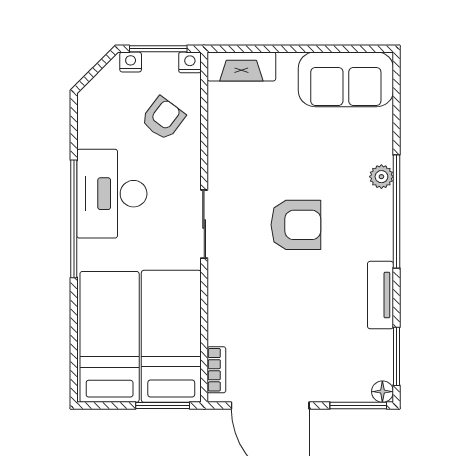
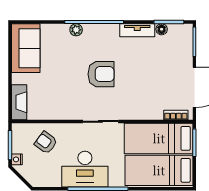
nightstand: (190, 62) -> (17, 129), removed
armchair: (296, 225) -> (101, 74), turned 90
floor lamp: (382, 392) -> (162, 29), moved

